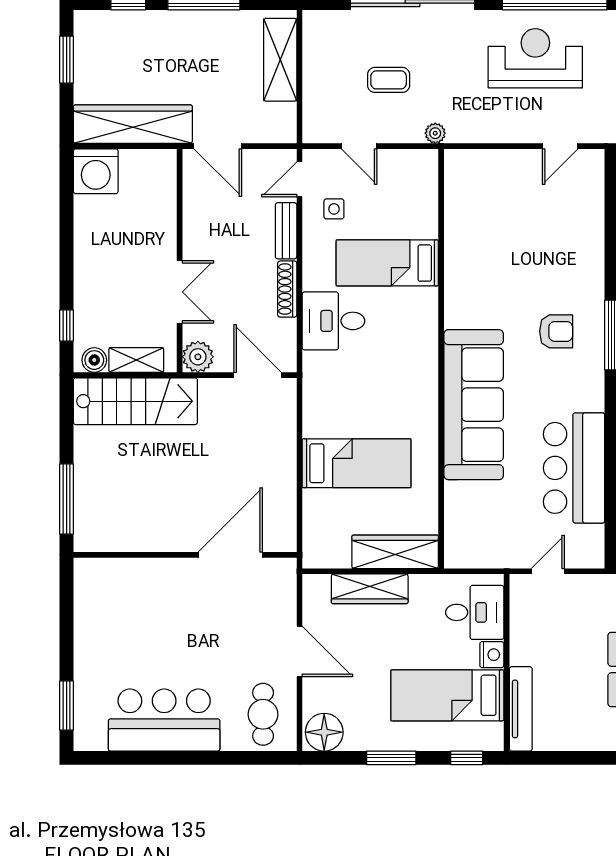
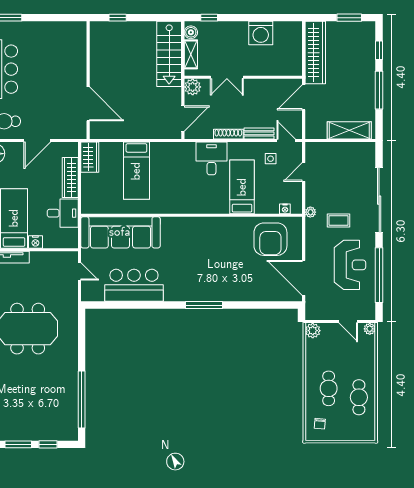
coffee table: (389, 80) -> (339, 221), moved, turned 90
door: (560, 146) -> (304, 278), width x1.88
washing machine: (96, 171) -> (261, 33), moved, turned -90
nightstand: (429, 182) -> (285, 209), added
armchair: (556, 331) -> (270, 239), moved, width x1.88, depth x1.88
sofa: (474, 405) -> (120, 232), moved
window: (67, 499) -> (118, 18), width x0.46
wardrobe: (395, 552) -> (90, 157), moved, width x0.67
desk: (475, 612) -> (63, 213), moved, turned -90

